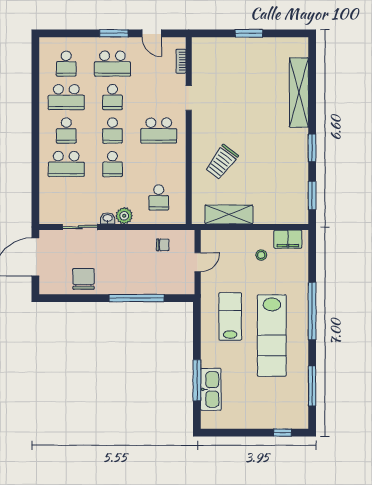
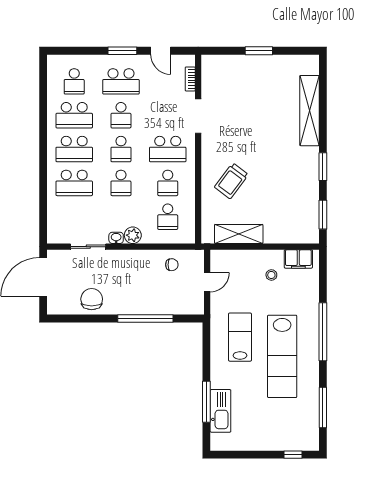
doorway: (189, 98) -> (198, 116), width x1.38
school desk: (66, 131) -> (74, 149), width x1.85
school desk: (159, 164) -> (168, 183), added

